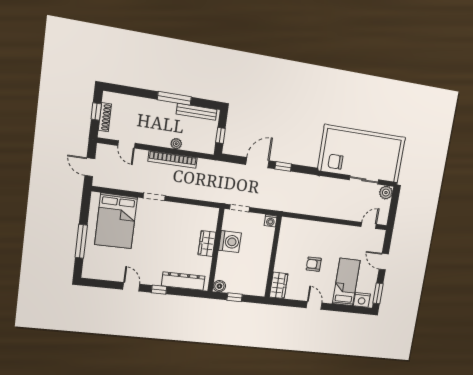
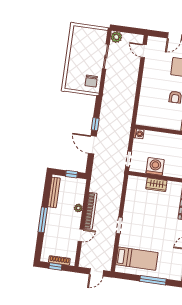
window: (174, 98) -> (43, 220), moved
door: (126, 144) -> (81, 235), moved
bed: (116, 221) -> (137, 259), width x0.67

